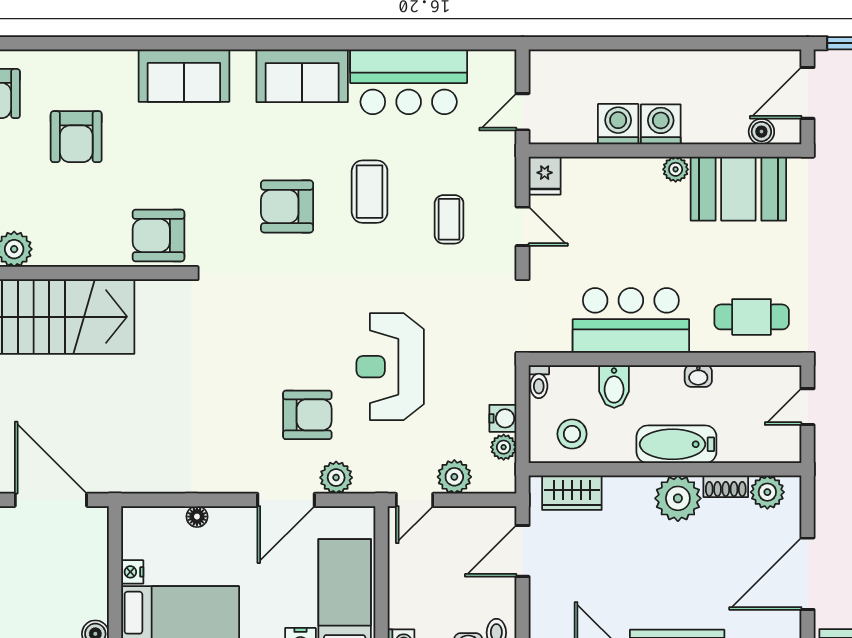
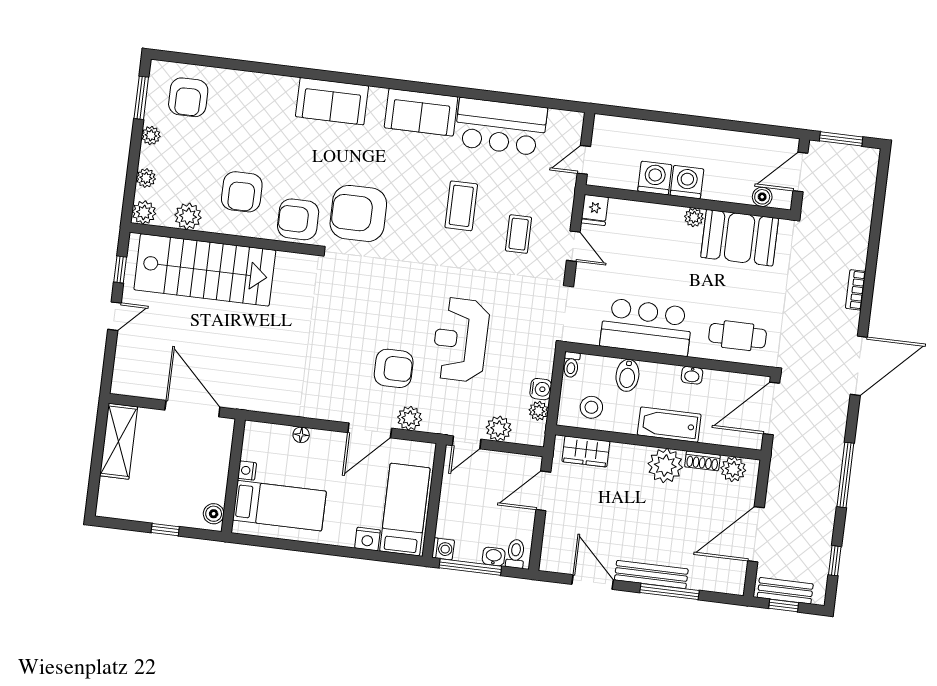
armchair: (76, 137) -> (242, 192), moved
armchair: (287, 206) -> (358, 213), moved, width x1.36, depth x1.36
door: (808, 407) -> (771, 408), width x1.88

